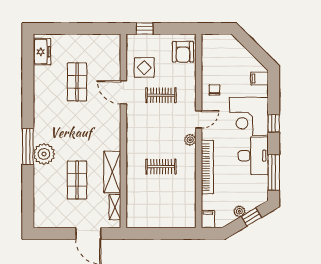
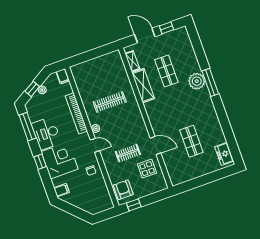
window: (145, 28) -> (134, 205), moved
door: (199, 119) -> (95, 145), swing flipped
clothes rail: (161, 167) -> (110, 102), width x1.36
window: (58, 233) -> (167, 28), added

